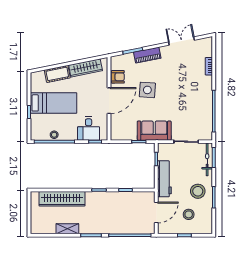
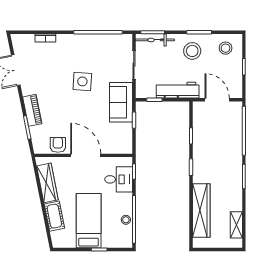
side table: (147, 90) -> (82, 81), moved
stool: (189, 214) -> (226, 48), moved
shelving: (67, 229) -> (236, 225), moved

